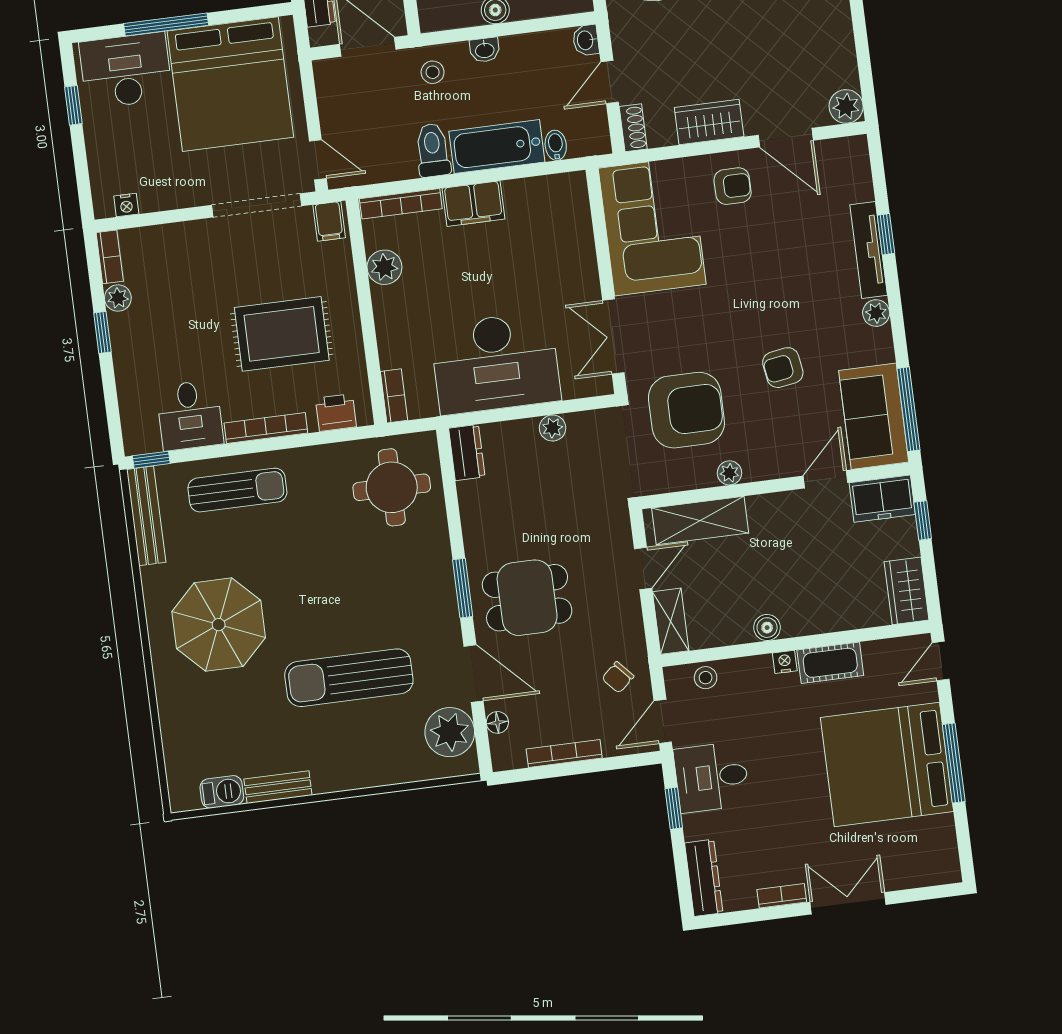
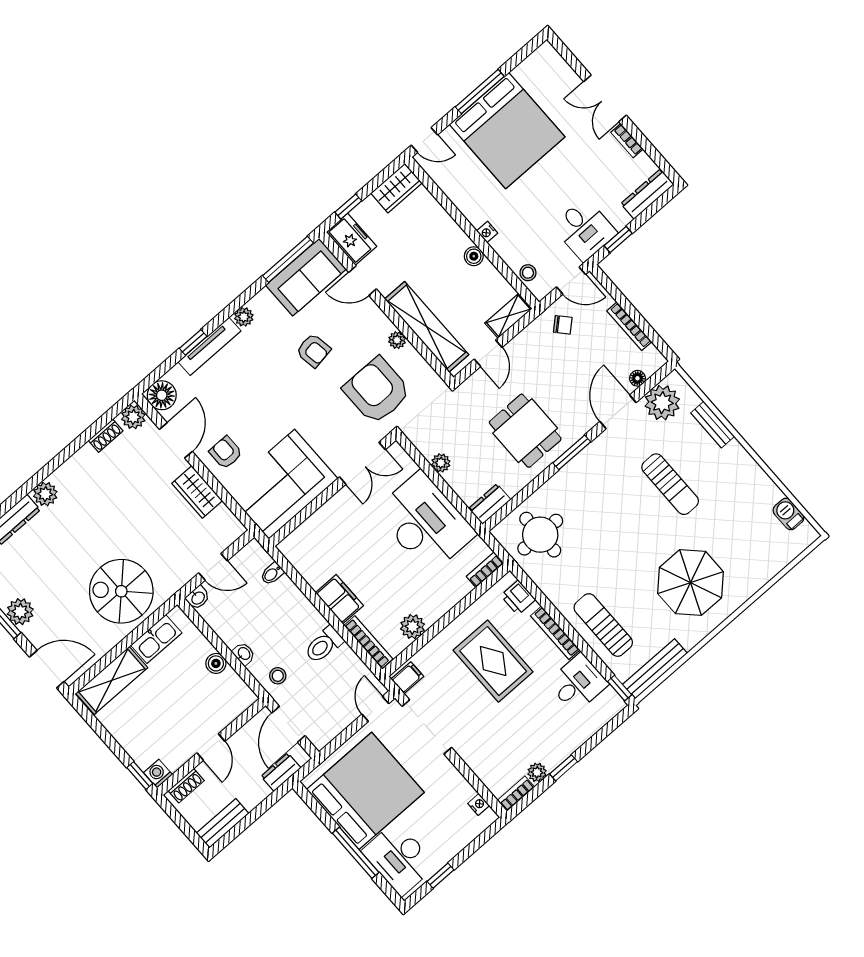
shoe rack: (633, 128) -> (106, 436), moved, turned 180
bathtub: (497, 147) -> (296, 608), removed
floor lamp: (849, 156) -> (162, 395), added
shelving: (700, 520) -> (427, 327), width x1.47
door: (643, 568) -> (488, 353), swing flipped
dining table: (527, 598) -> (525, 431), moved
cot: (830, 663) -> (469, 205), removed
sun lounger: (349, 678) -> (670, 484), width x0.73, depth x0.75
bench: (278, 787) -> (713, 425), moved

